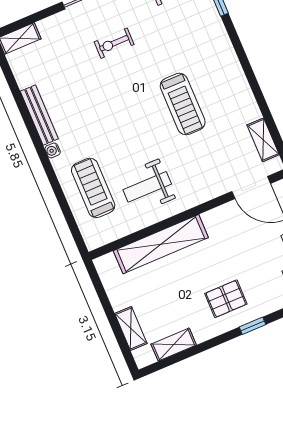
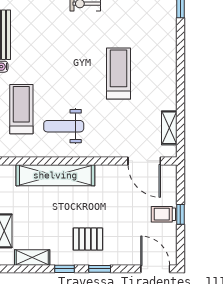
treadmill: (183, 104) -> (119, 74), turned 180
window: (214, 342) -> (64, 269), added

